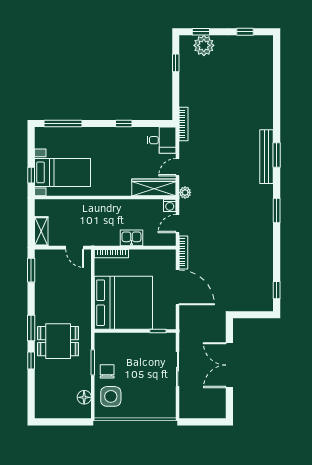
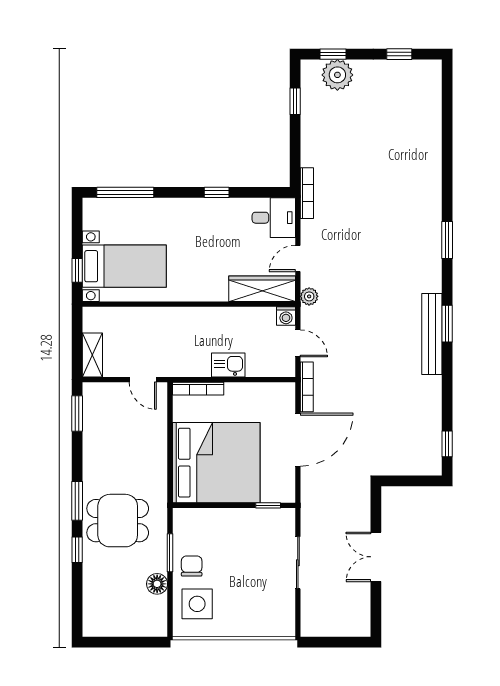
bench: (267, 157) -> (432, 334), moved
door: (178, 224) -> (298, 343), swing flipped
door: (178, 287) -> (298, 440), hinge flipped
double door: (229, 365) -> (376, 557), width x0.73
floor lamp: (84, 397) -> (157, 584), moved

